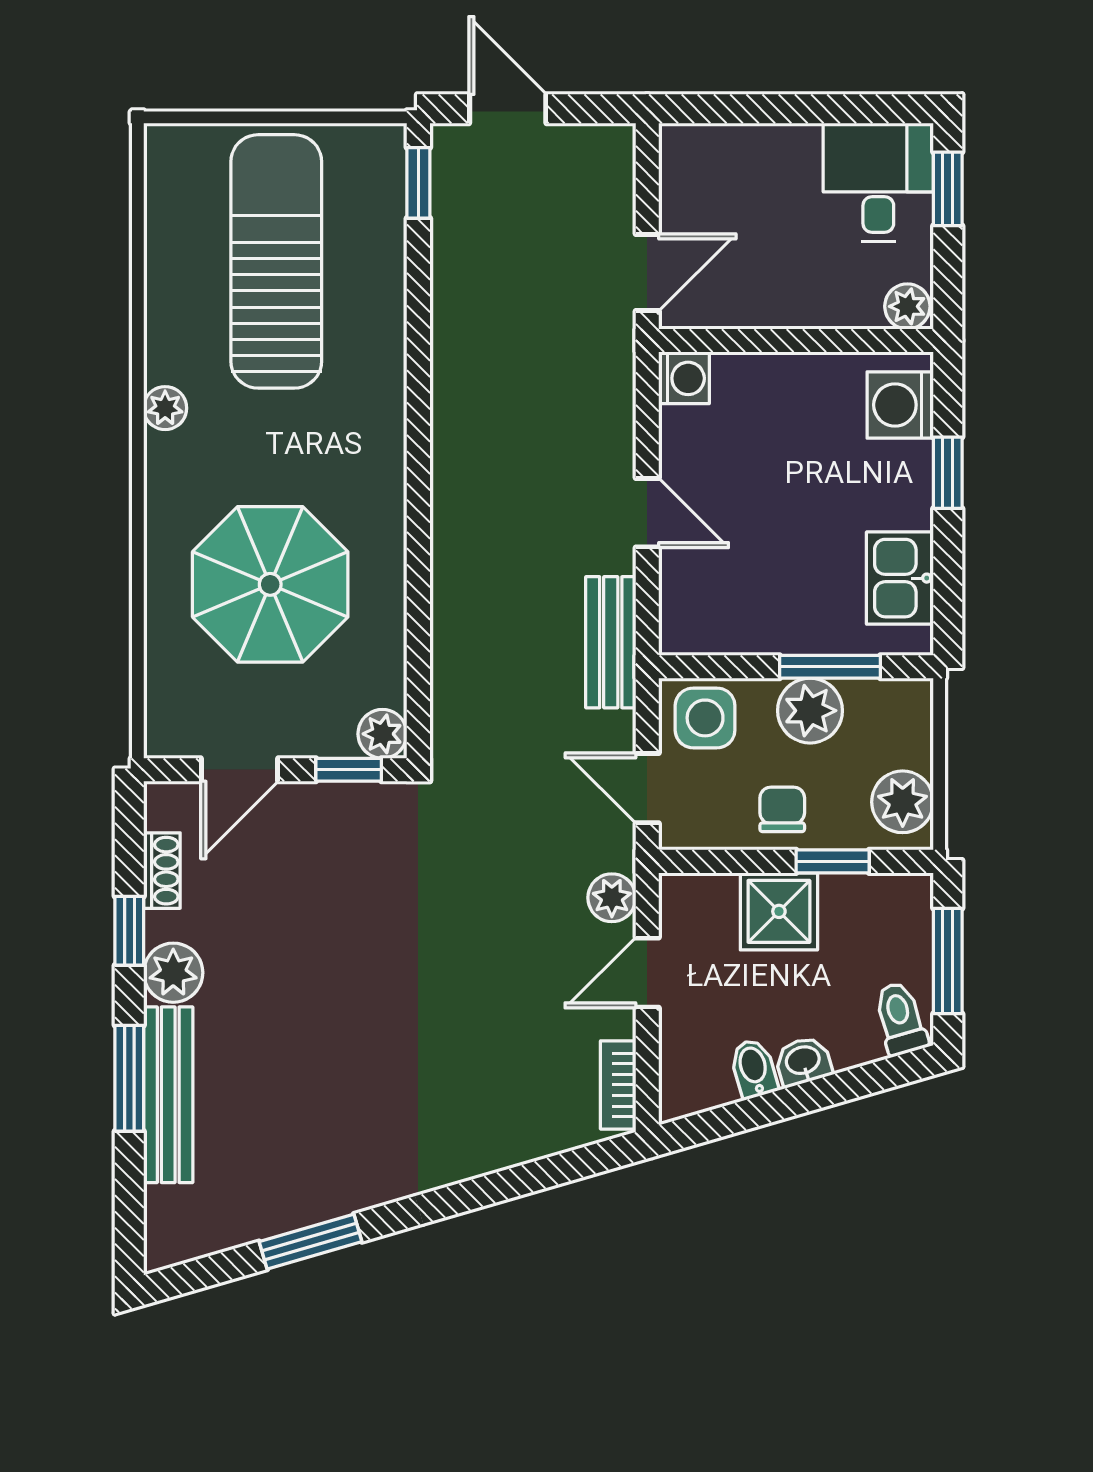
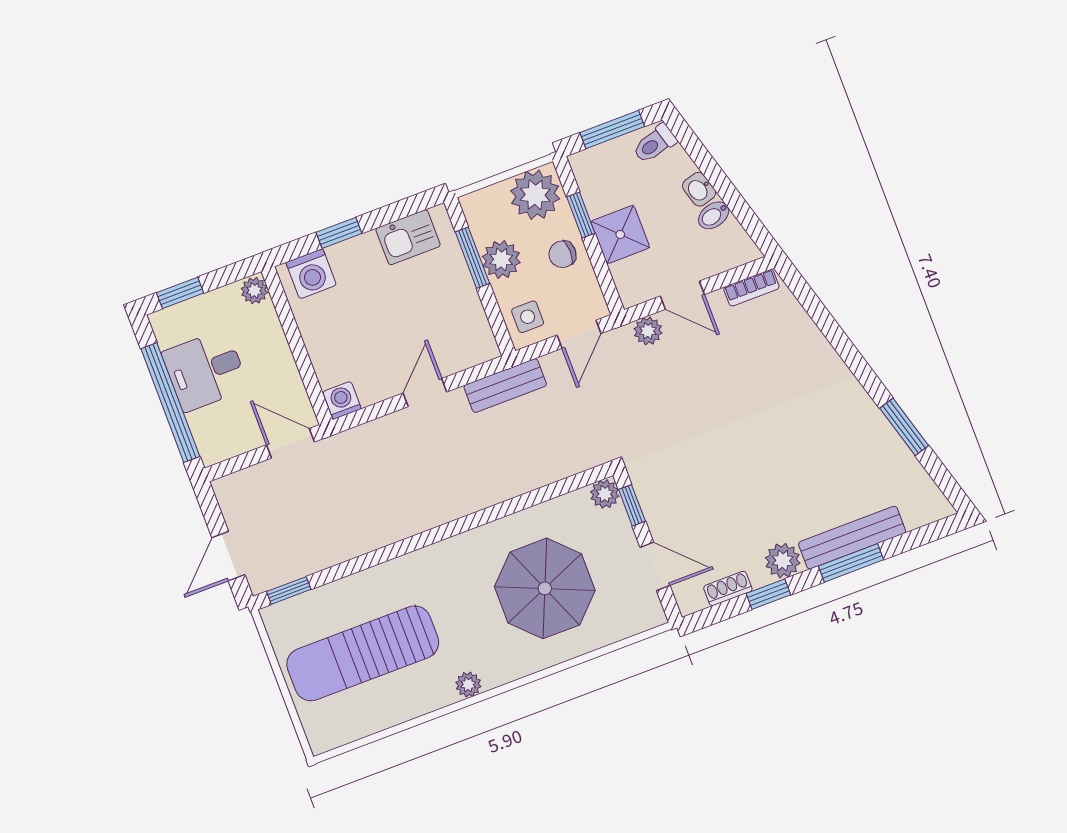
window: (782, 109) -> (170, 403), added
desk: (878, 182) -> (205, 370), moved
side table: (705, 718) -> (528, 317), width x0.73, depth x0.73
plant: (903, 802) -> (535, 195), width x1.36, depth x1.36

